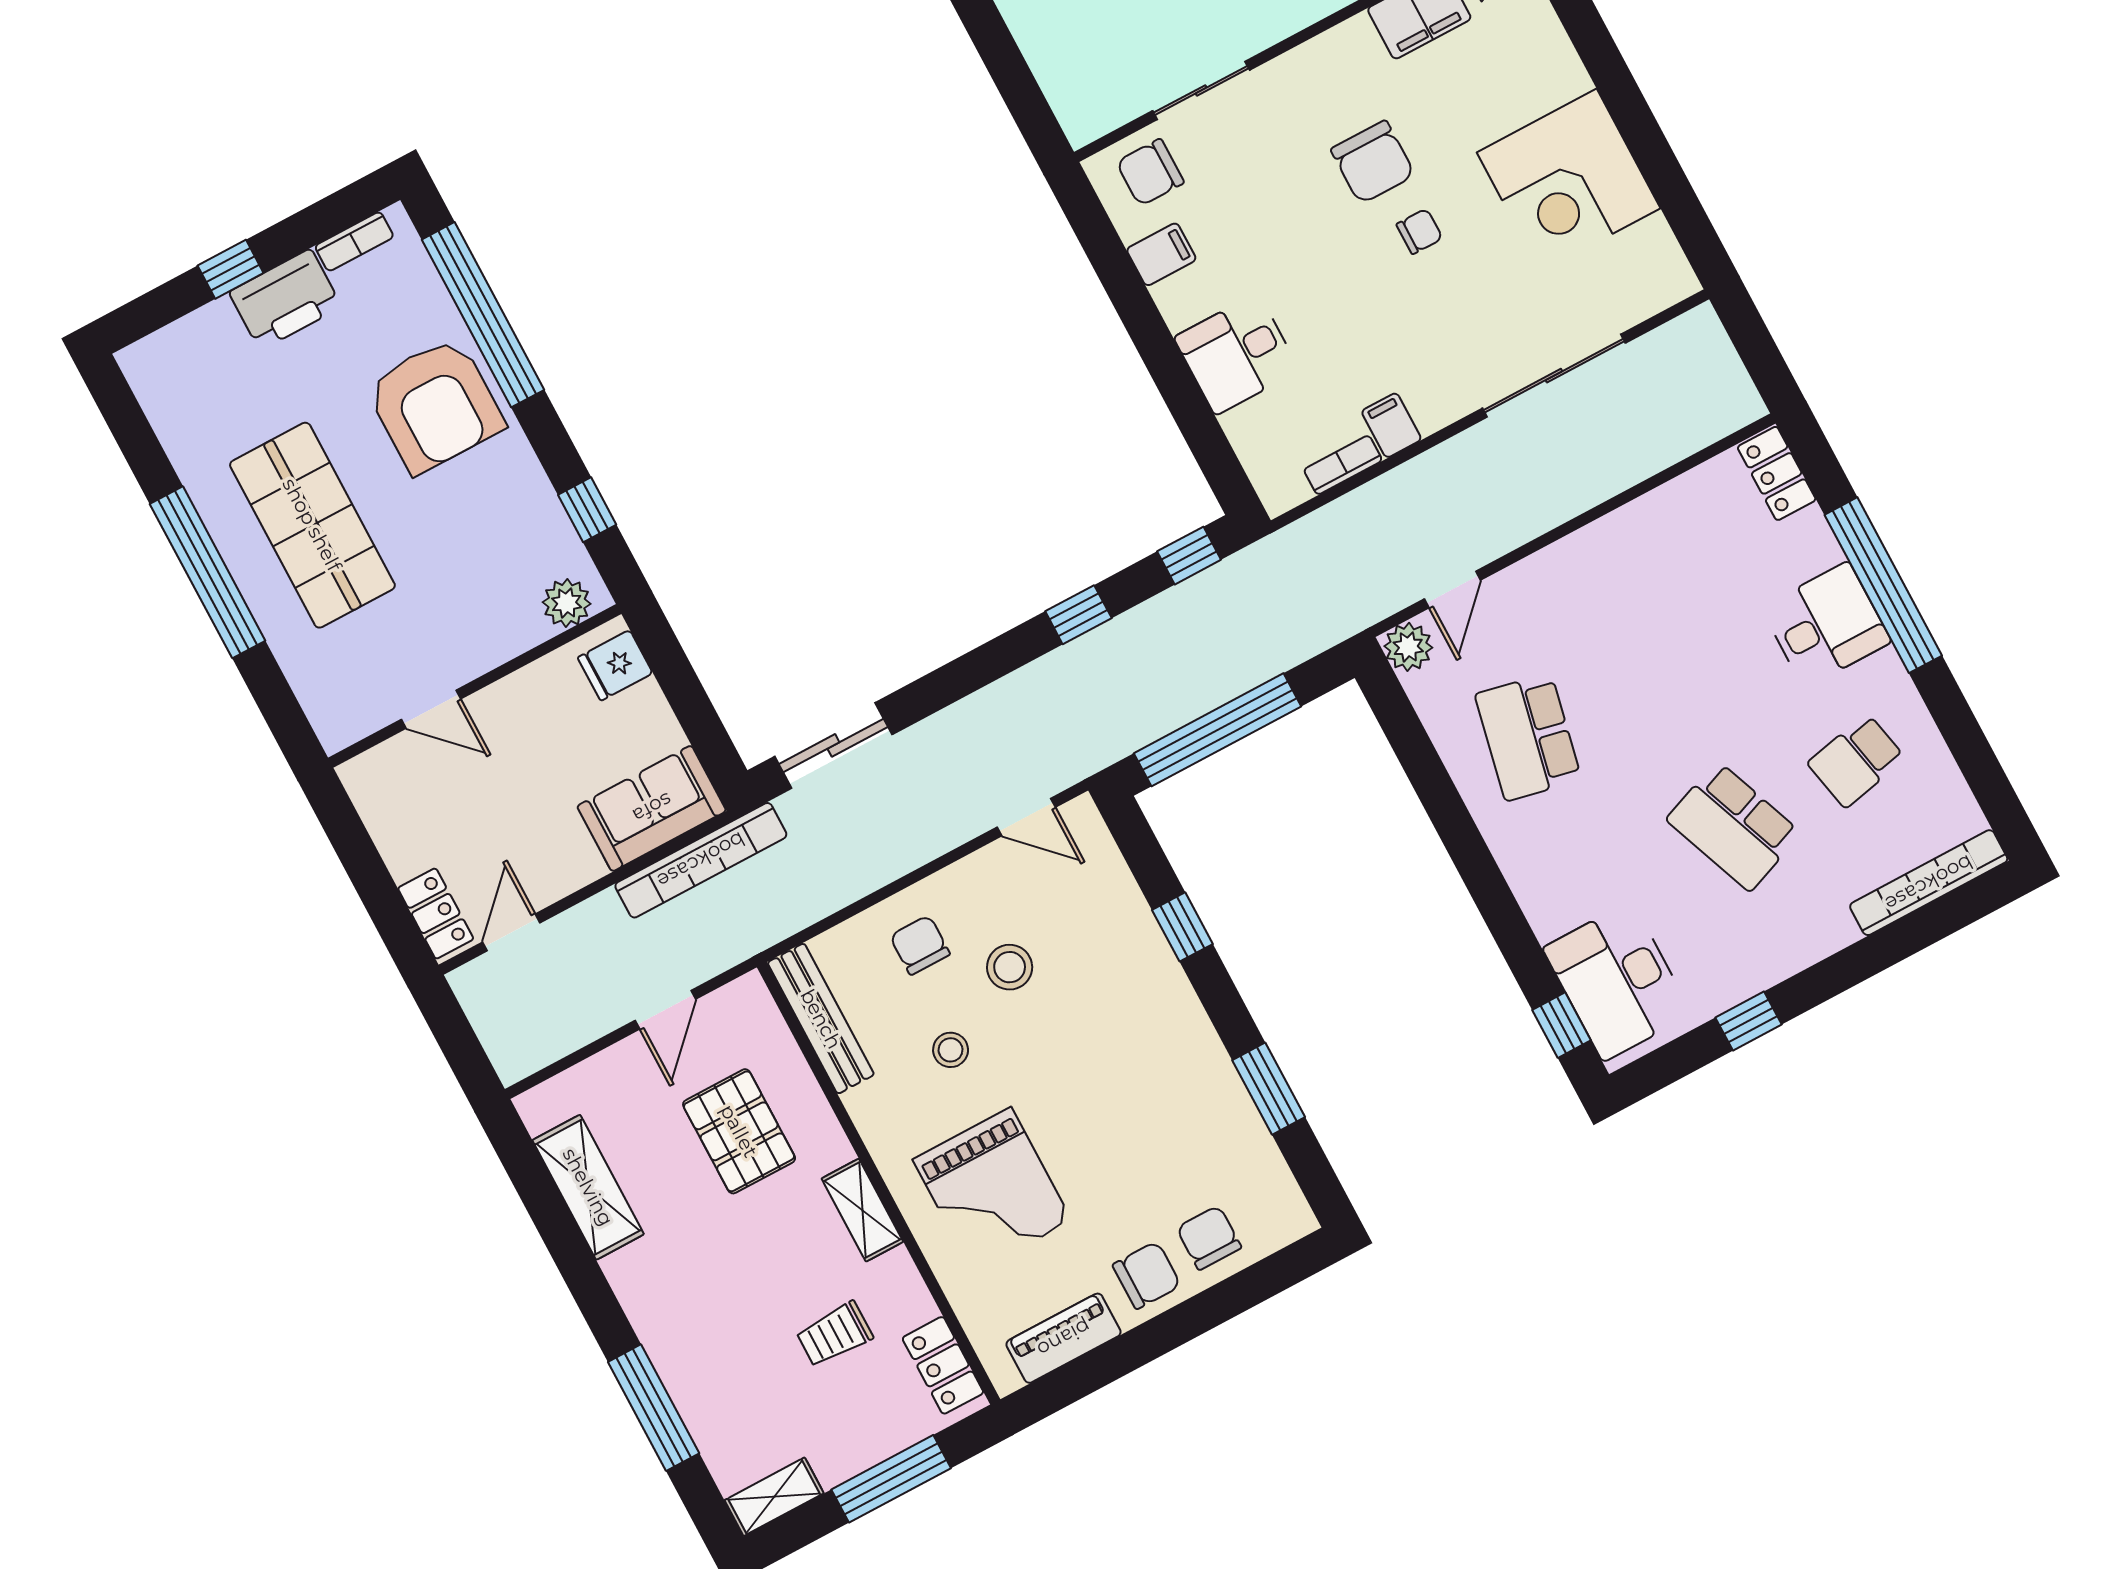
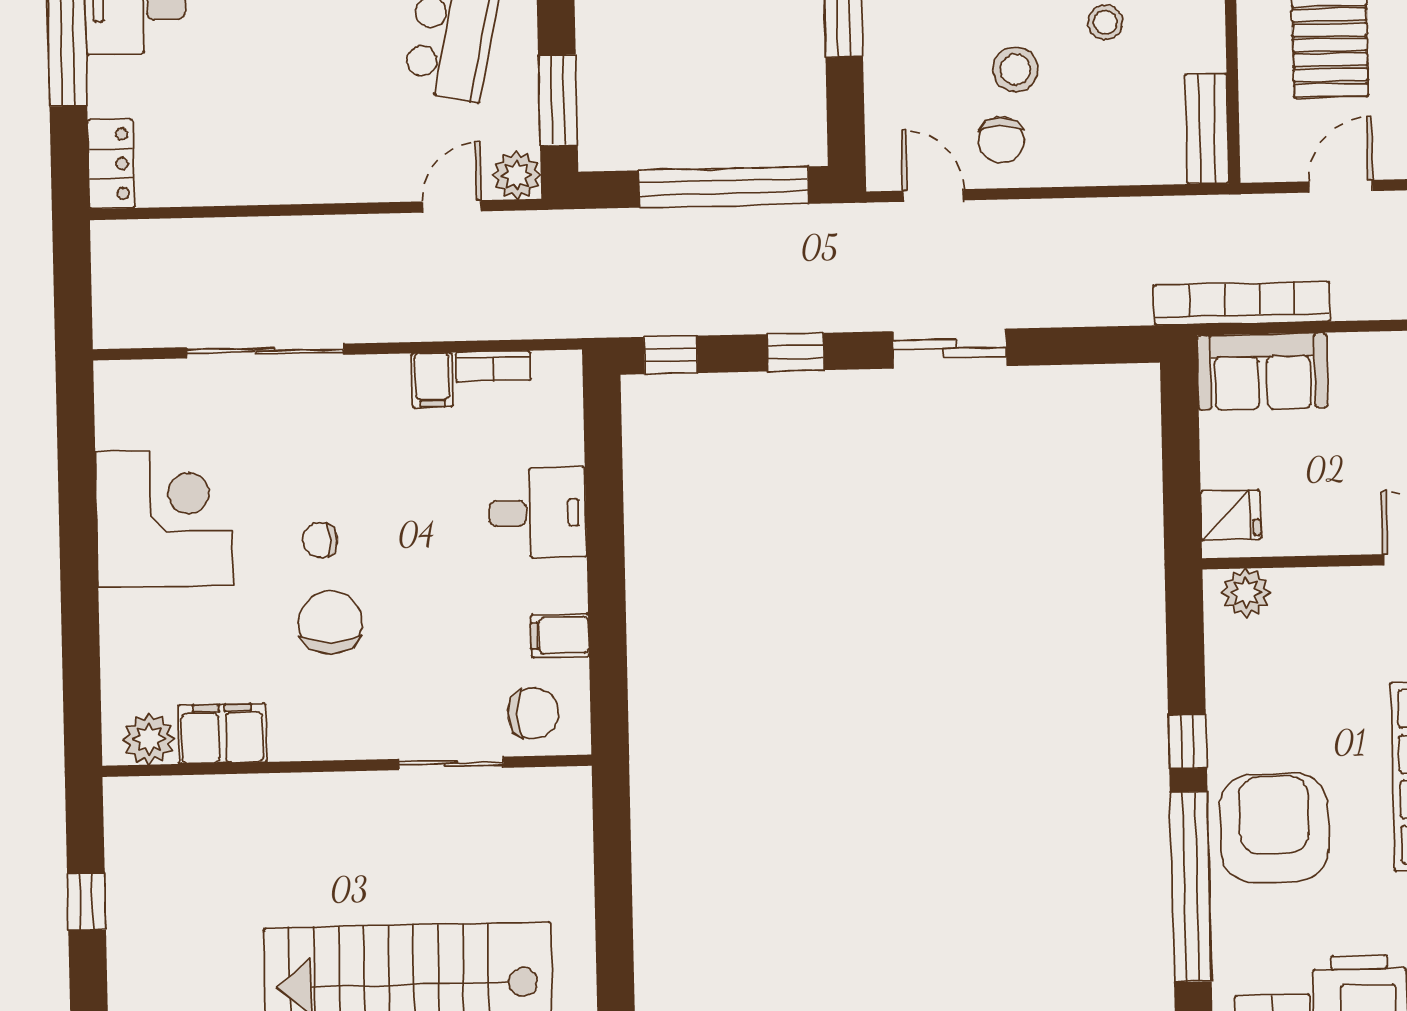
window: (587, 510) -> (1187, 742), moved
window: (1405, 733) -> (558, 100), added
sliding door: (833, 745) -> (950, 349), moved
chair: (920, 945) -> (1001, 140), moved
bench: (821, 1019) -> (1207, 128), width x0.73

